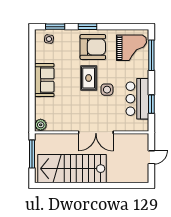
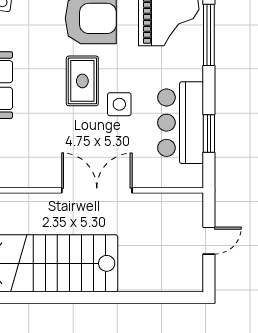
double door: (96, 132) -> (97, 190), swing flipped

